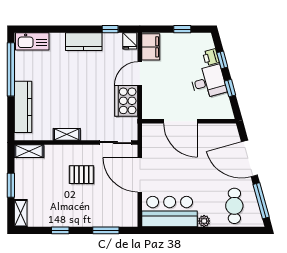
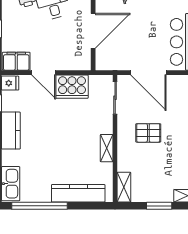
pallet: (81, 175) -> (148, 133), turned 90
door: (140, 175) -> (148, 73), hinge flipped

